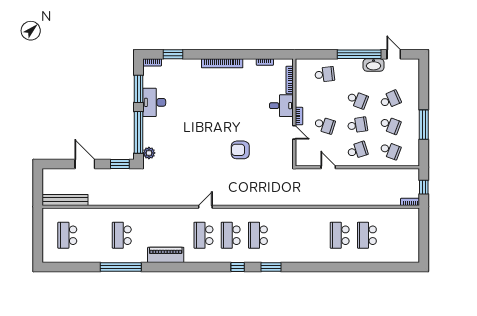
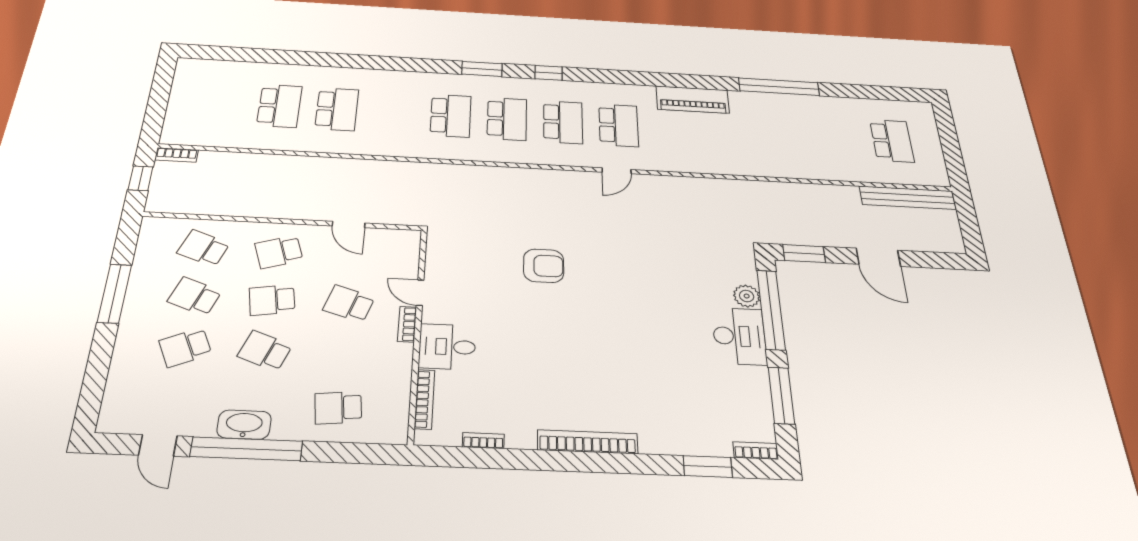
washbasin: (374, 65) -> (244, 425), moved
desk: (154, 102) -> (739, 336), moved
plant: (149, 153) -> (747, 296), moved
school desk: (122, 235) -> (451, 116), moved

